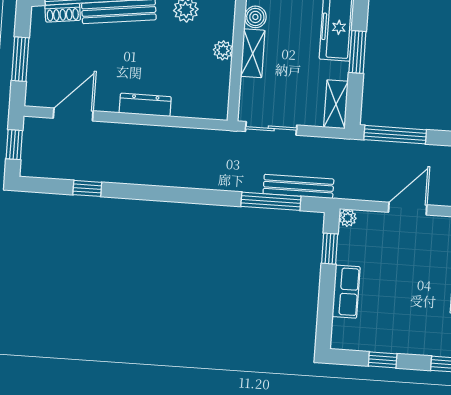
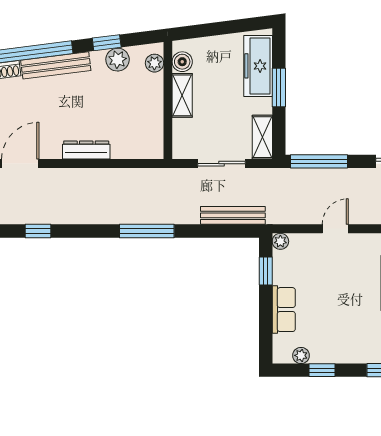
plant: (223, 50) -> (154, 63), moved
sliding door: (271, 128) -> (222, 164), moved
window: (271, 201) -> (147, 231), moved
door: (408, 209) -> (335, 229), width x0.73
plant: (361, 342) -> (301, 355), added

